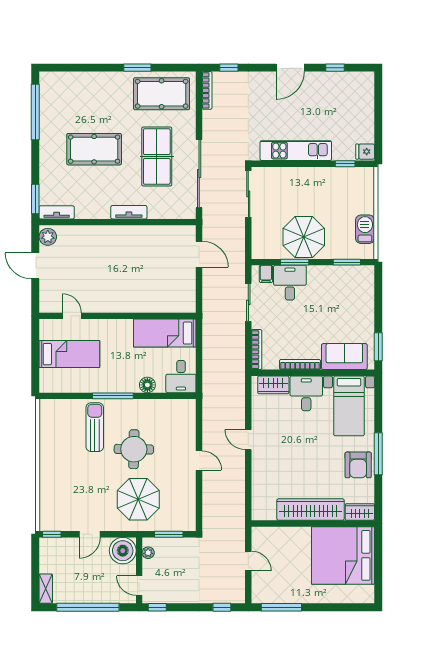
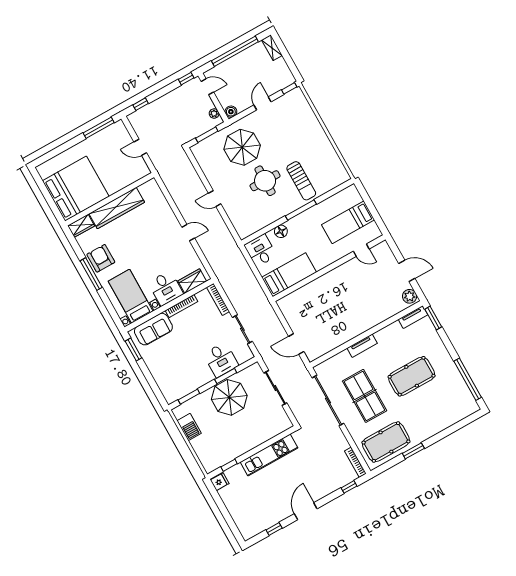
sliding door: (248, 194) -> (275, 388), moved
filing cabinet: (266, 274) -> (241, 356), removed
boiler: (123, 551) -> (231, 112), width x0.54, depth x0.54

